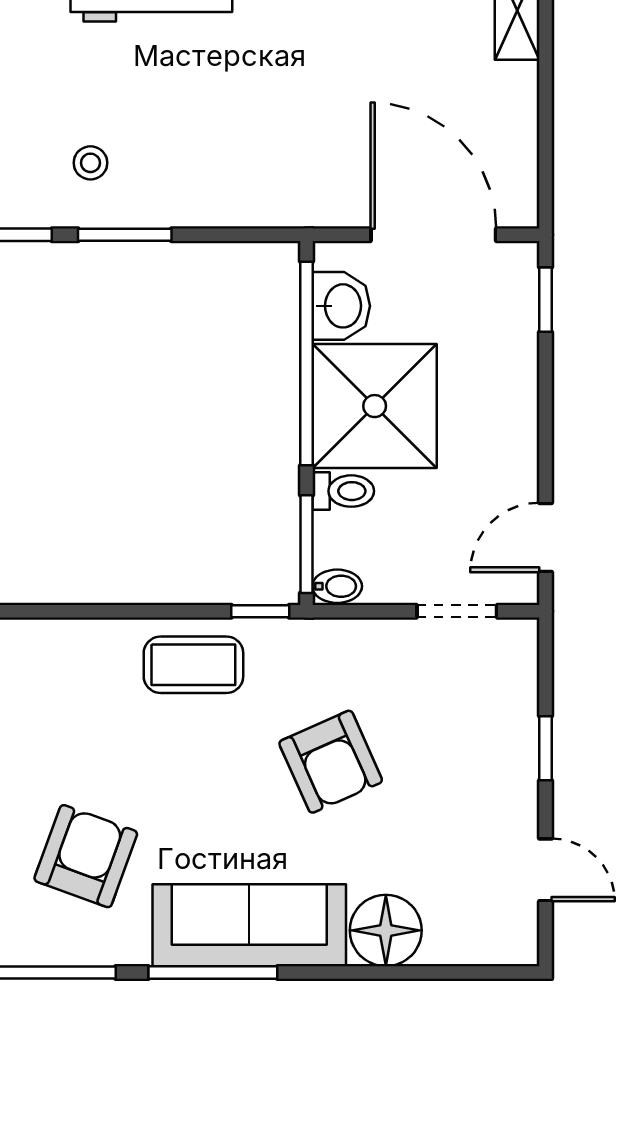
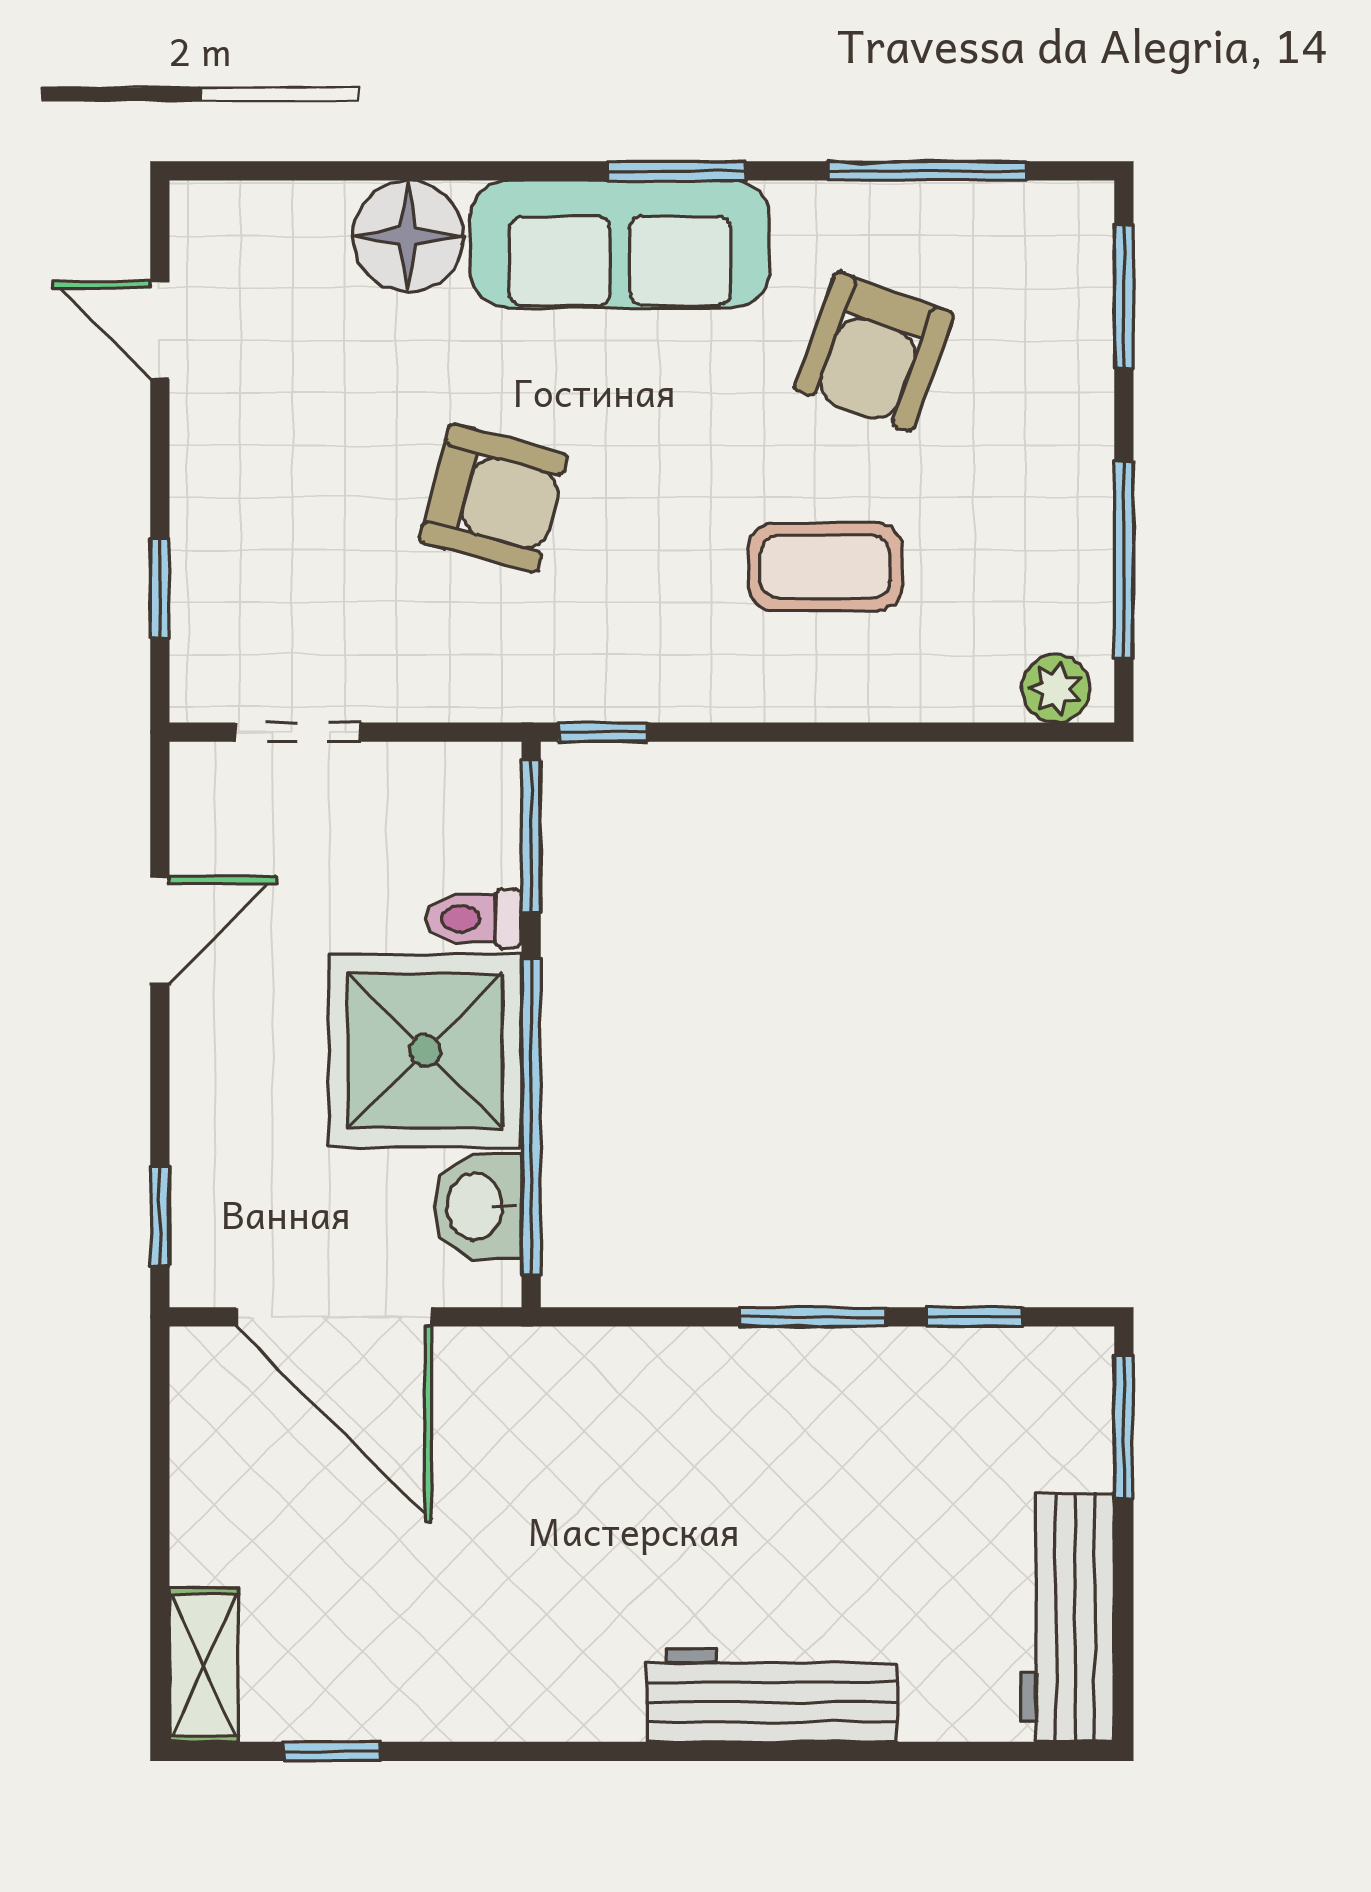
stool: (90, 163) -> (867, 1428), removed
door: (546, 537) -> (160, 930), moved
bidet: (337, 586) -> (483, 771), removed
coffee table: (193, 665) -> (825, 567), moved
window: (546, 748) -> (160, 589), moved
armchair: (331, 762) -> (494, 498), turned 129
window: (213, 972) -> (677, 171), width x0.69

